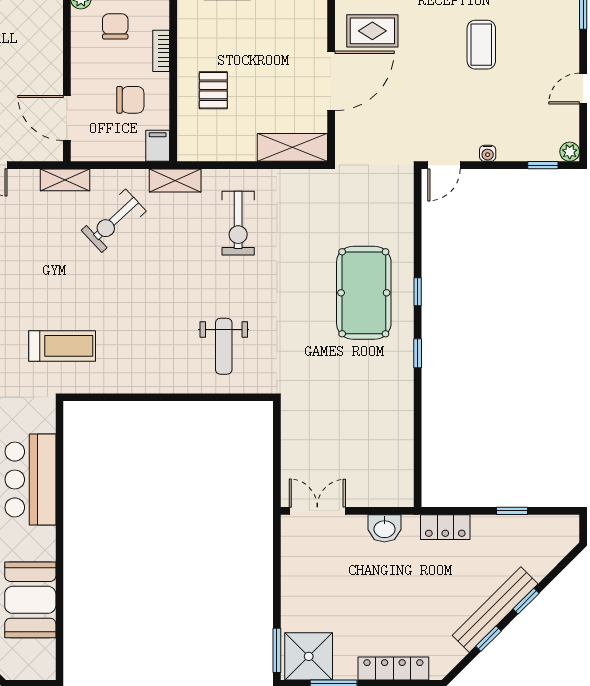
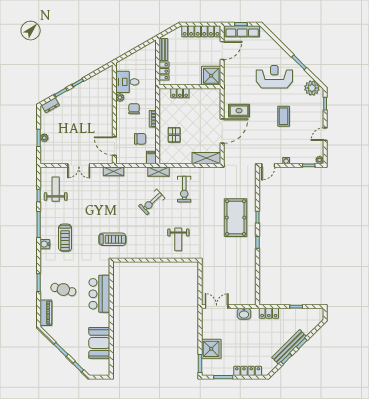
exercise bike: (114, 221) -> (152, 202), moved
shower: (309, 656) -> (211, 349), moved

